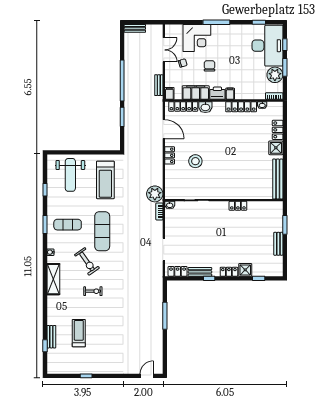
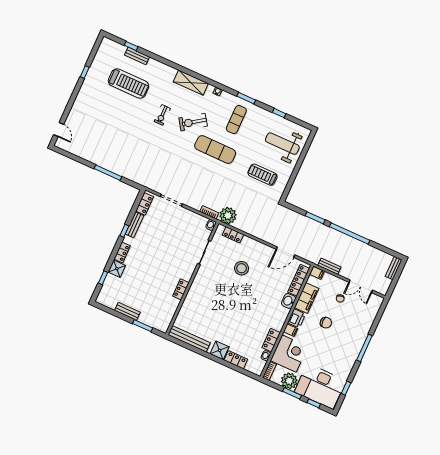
corner desk: (197, 38) -> (289, 354), moved, turned 180
locker: (241, 107) -> (271, 340), width x0.66
locker: (170, 155) -> (233, 235), moved
treadmill: (105, 180) -> (262, 175), width x0.73, depth x0.73
treadmill: (79, 333) -> (129, 83), width x1.37, depth x1.38

